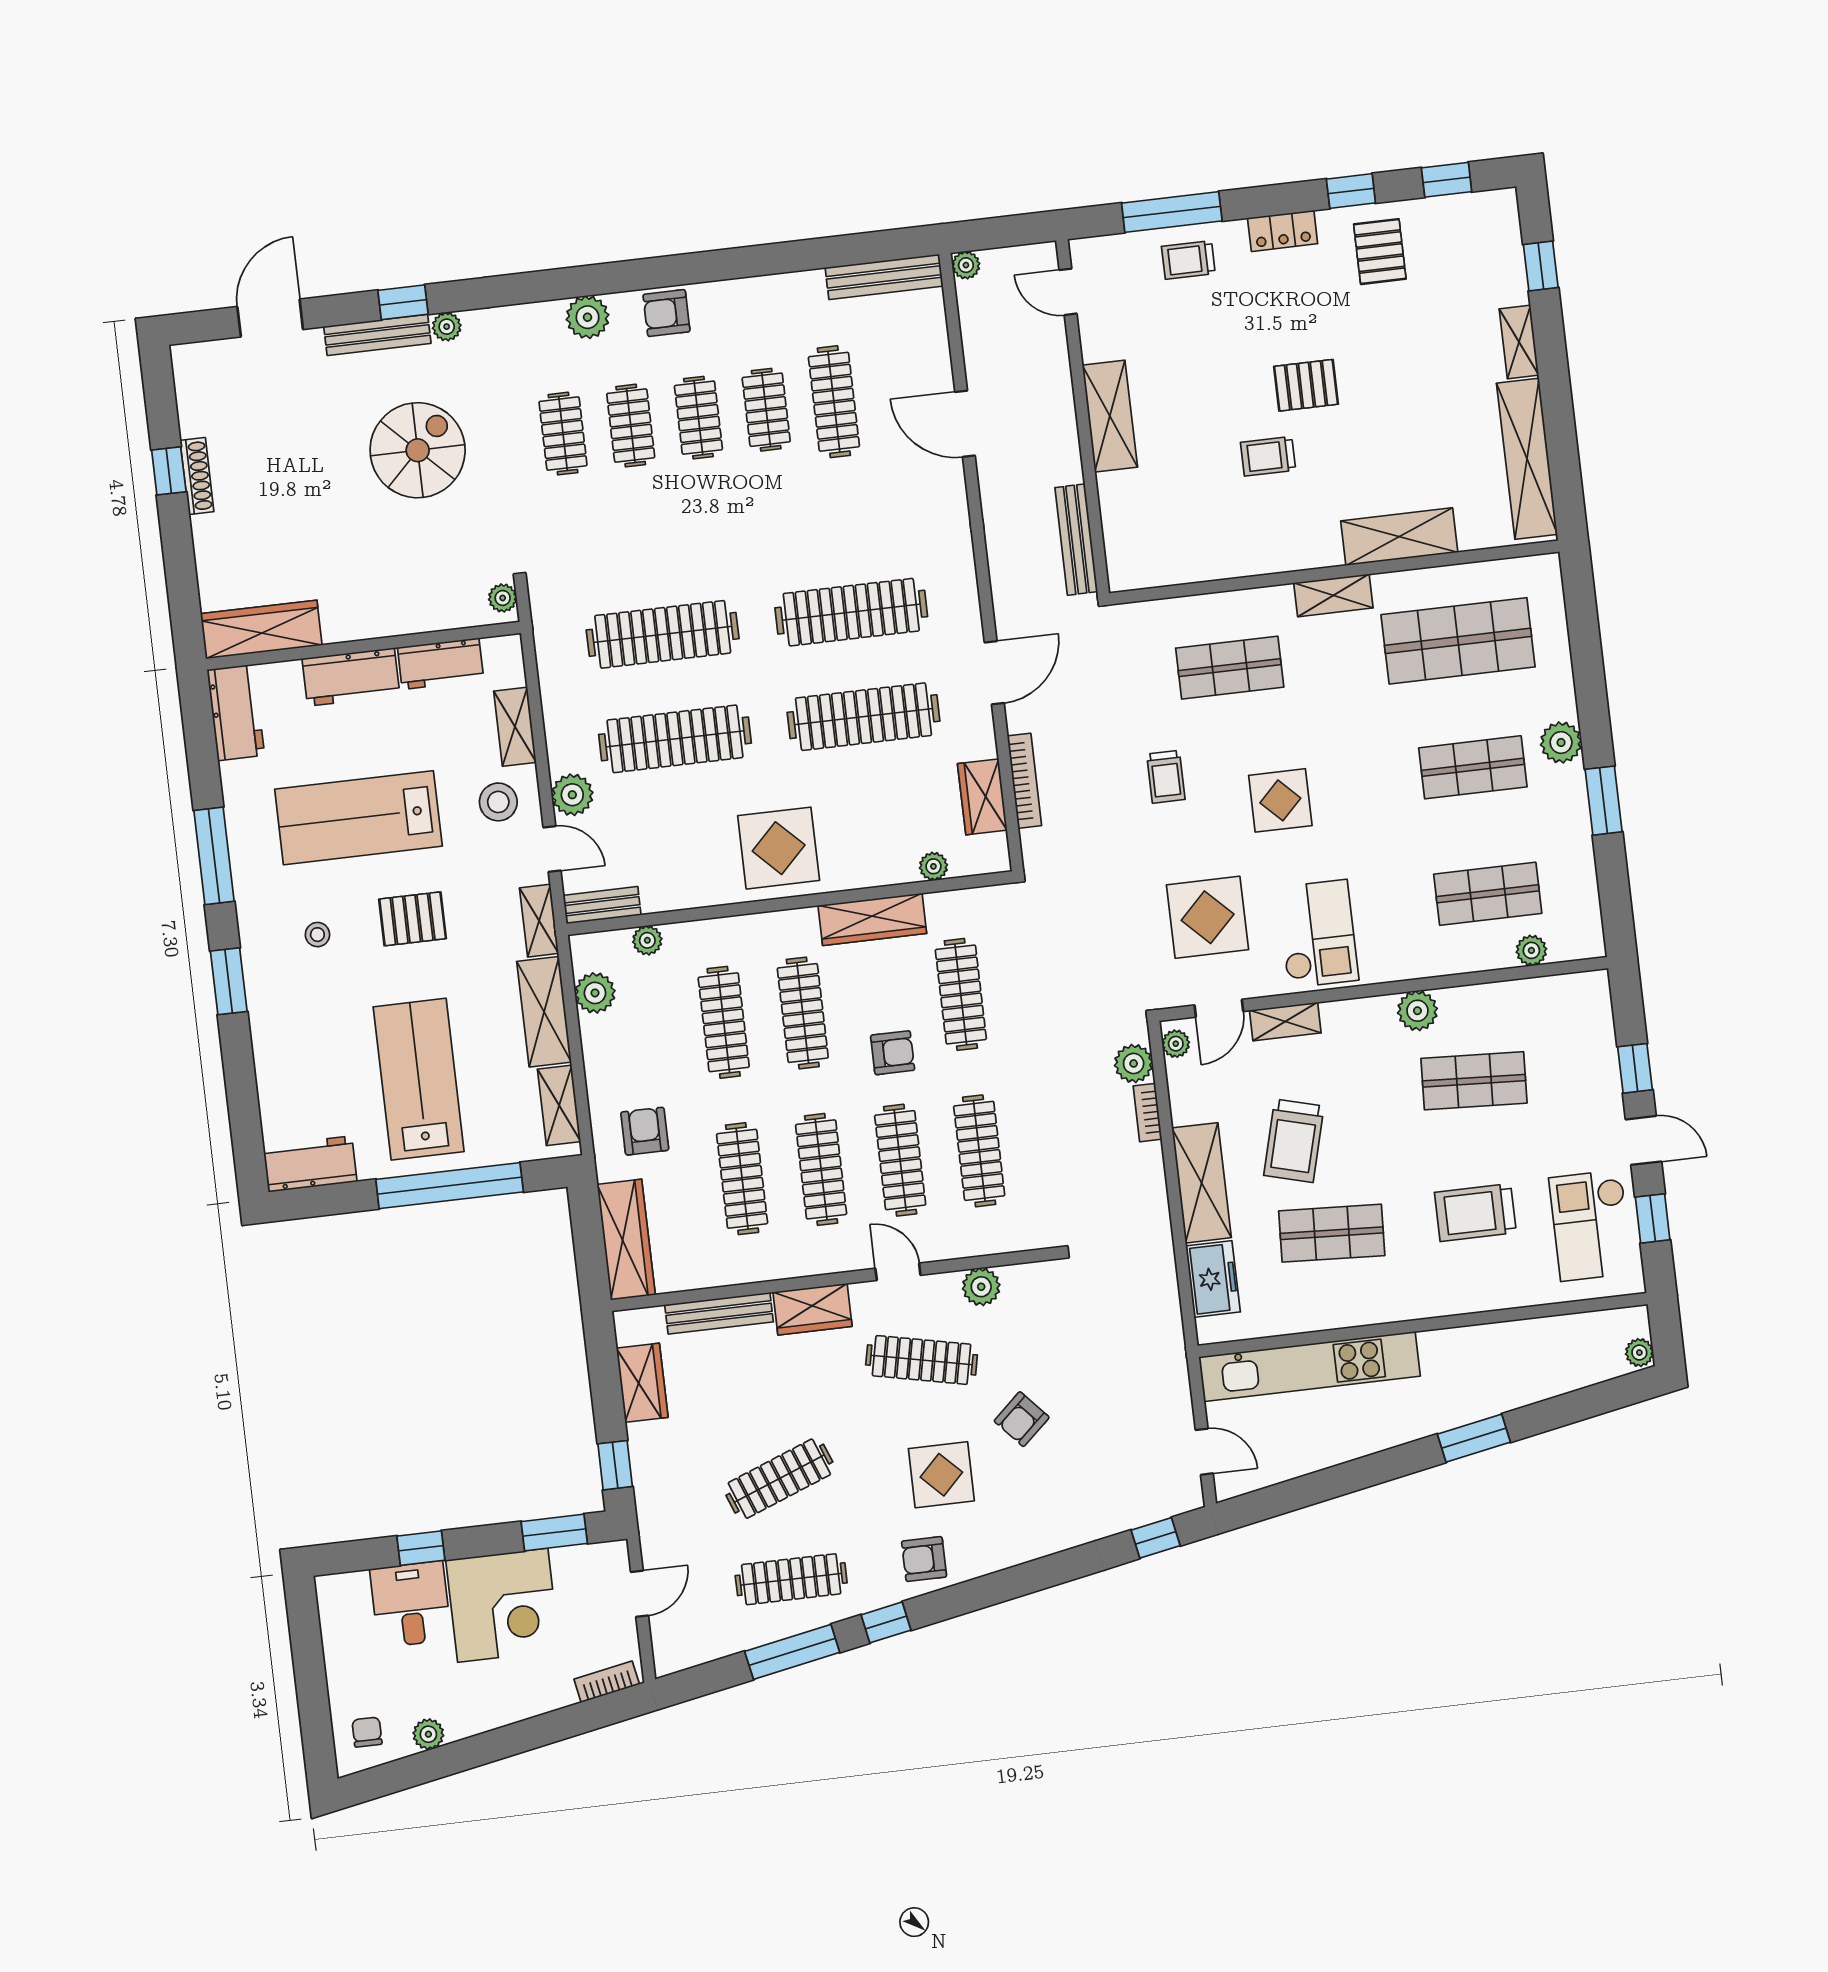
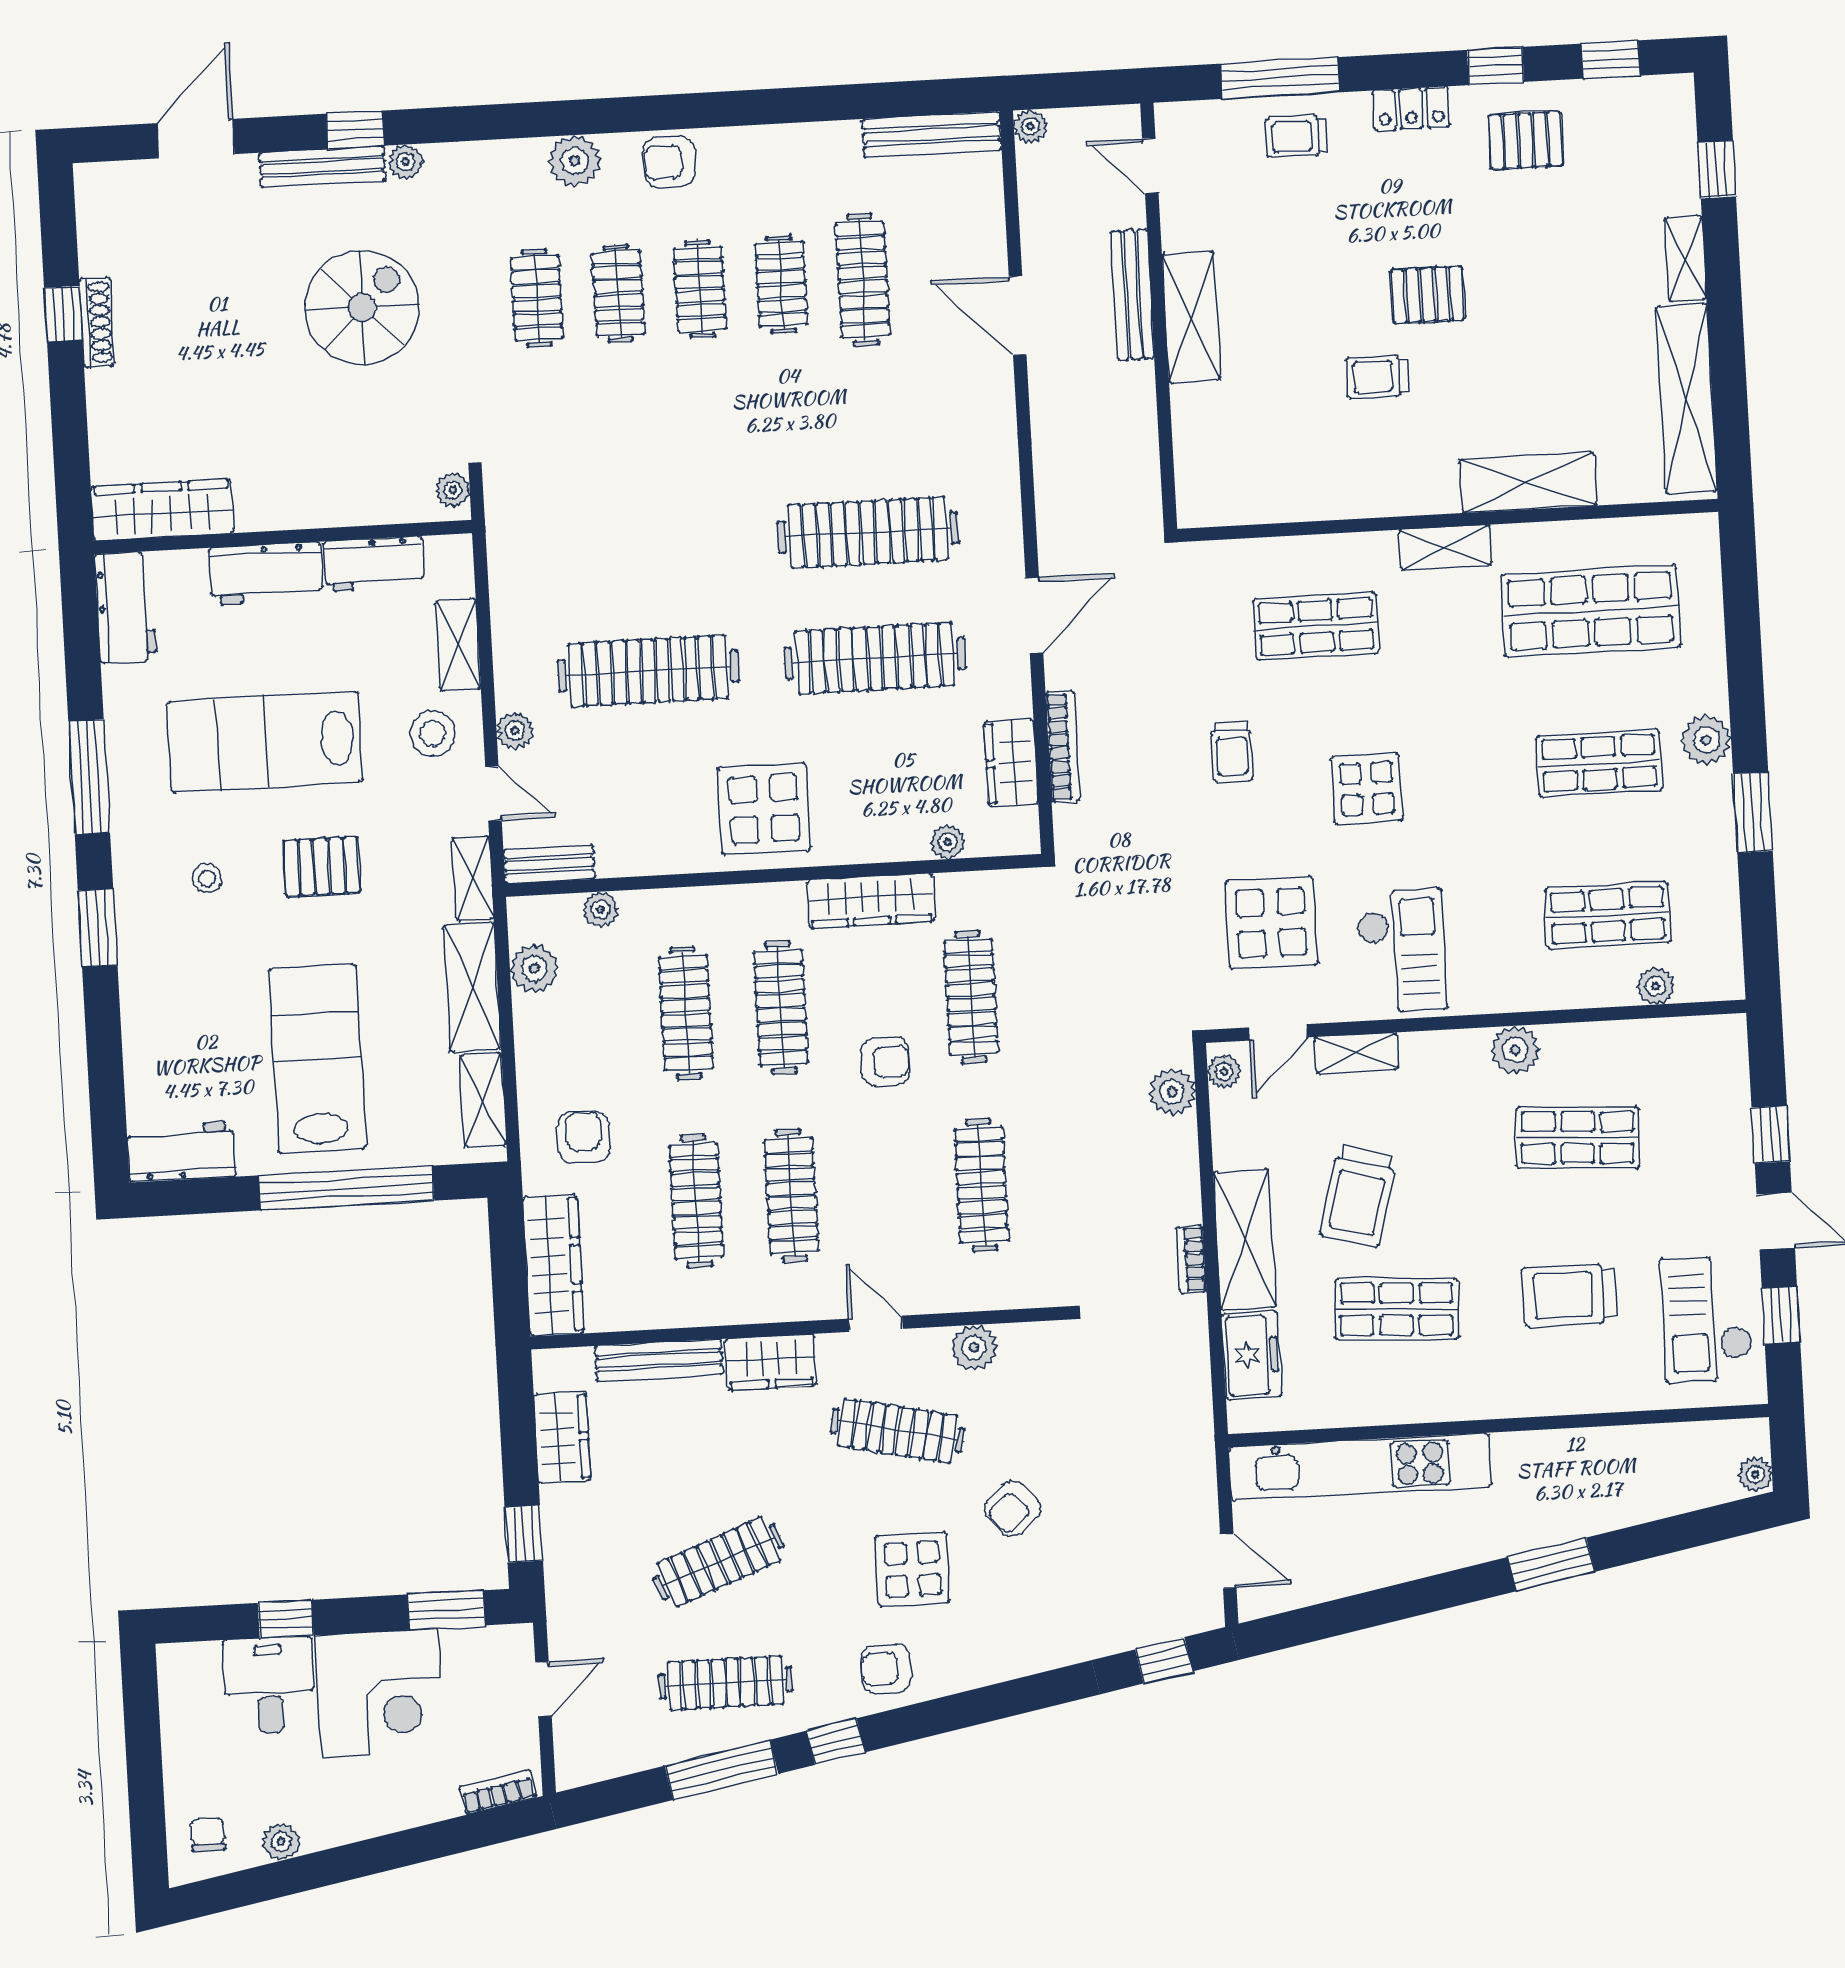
pallet: (1380, 252) -> (1526, 140), turned 90
bench: (1076, 540) -> (1133, 295), moved
clothes rail: (663, 634) -> (641, 545), removed
plant: (572, 795) -> (515, 731), width x0.73, depth x0.73
bookcase: (1147, 1113) -> (1191, 1259), moved
clothes rail: (900, 1160) -> (886, 1190), removed

